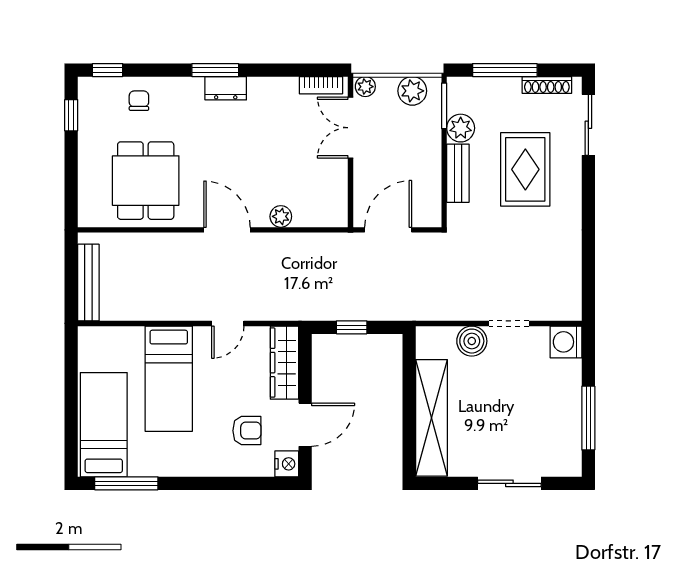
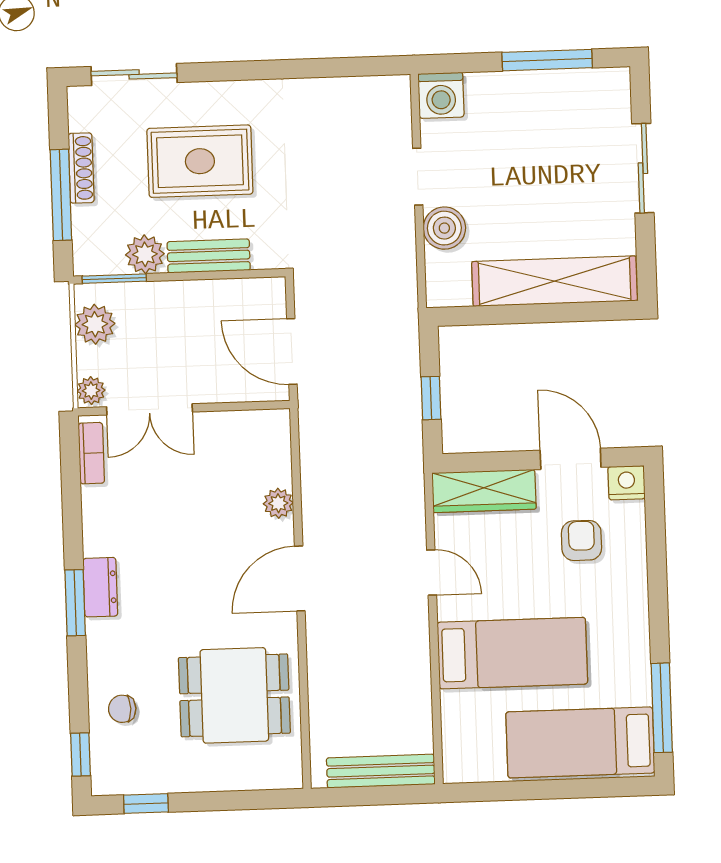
shoe rack: (547, 85) -> (81, 168), moved

